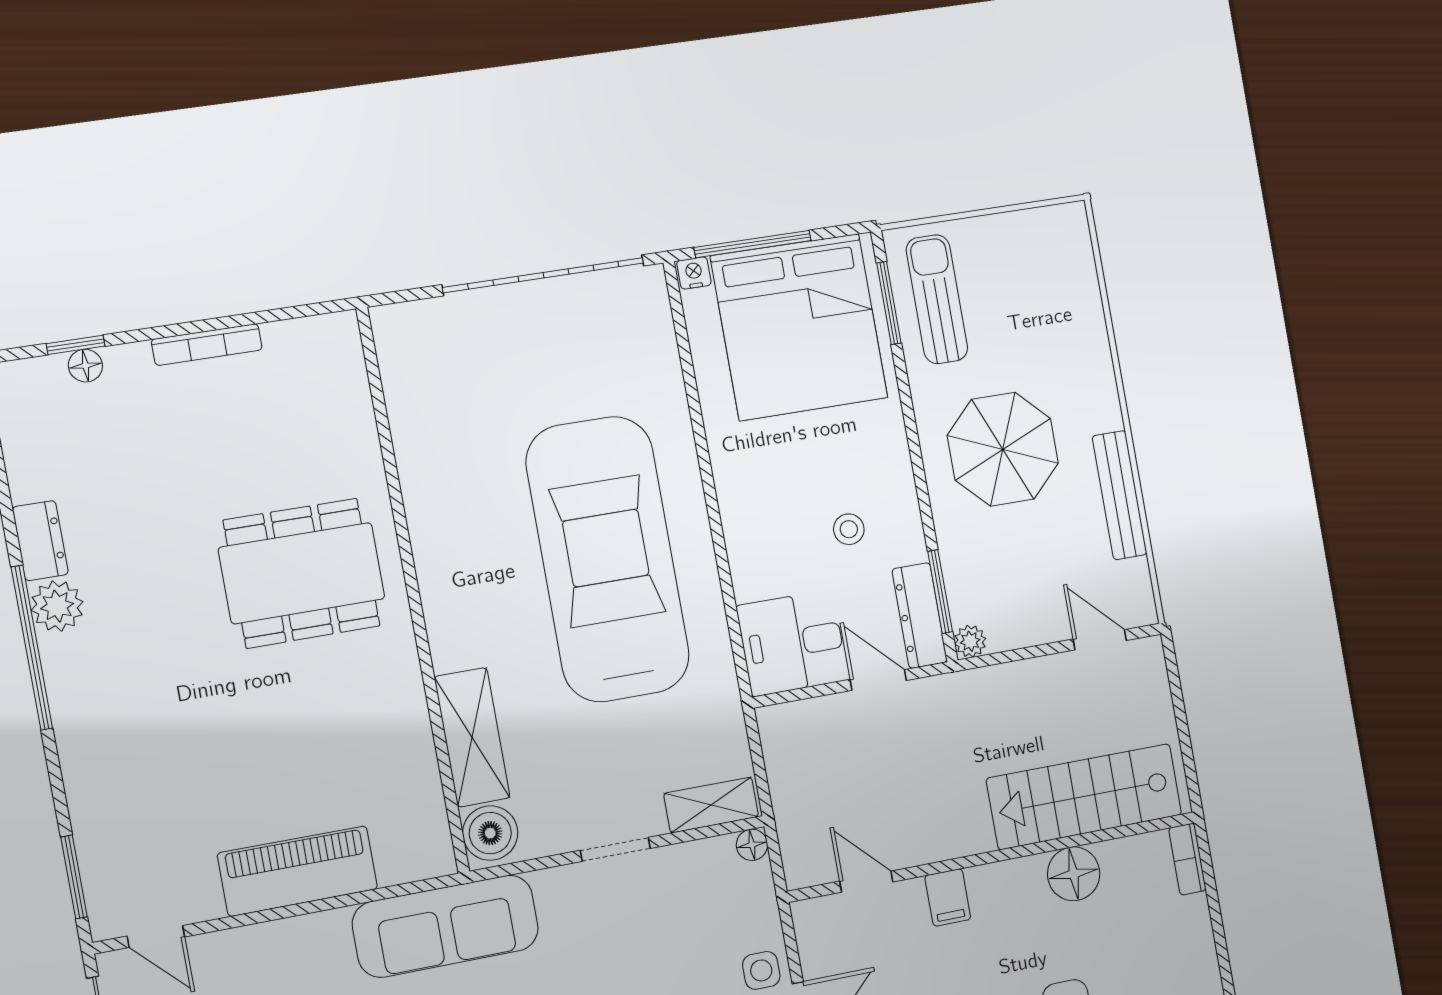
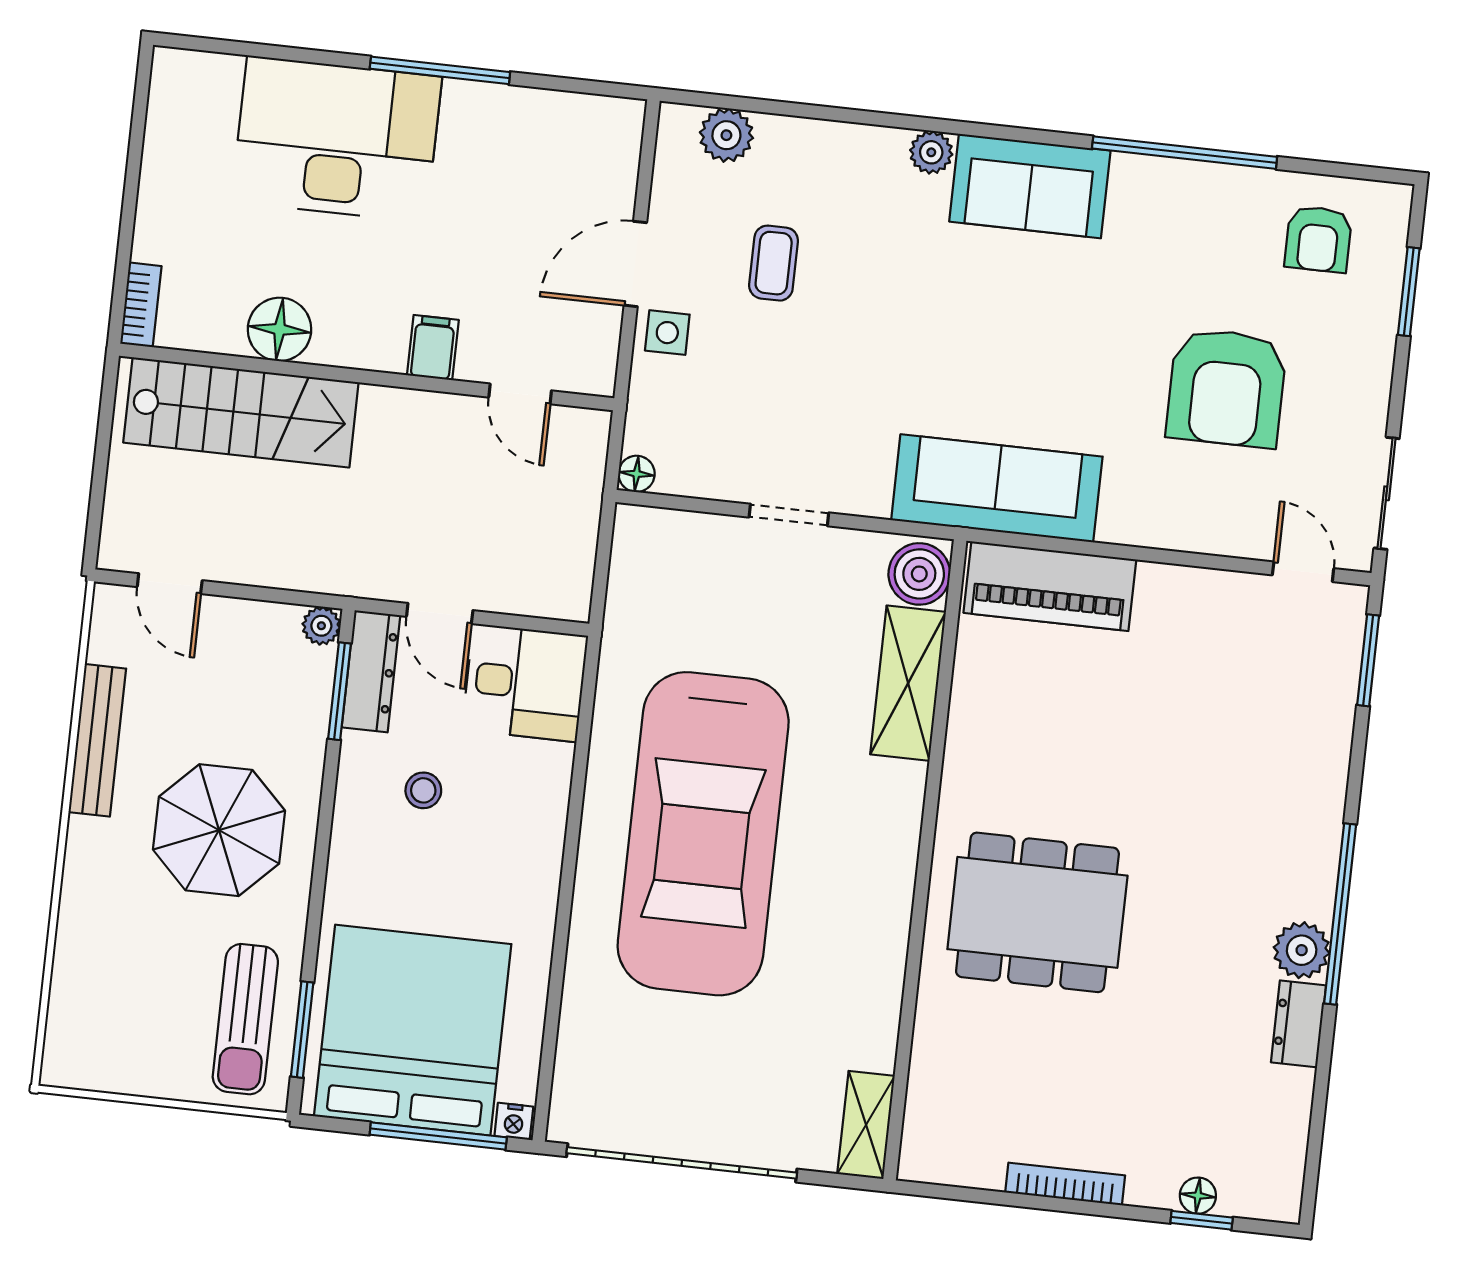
shelving: (711, 805) -> (866, 1125), moved, turned 90
piano: (298, 871) -> (1050, 586), moved

